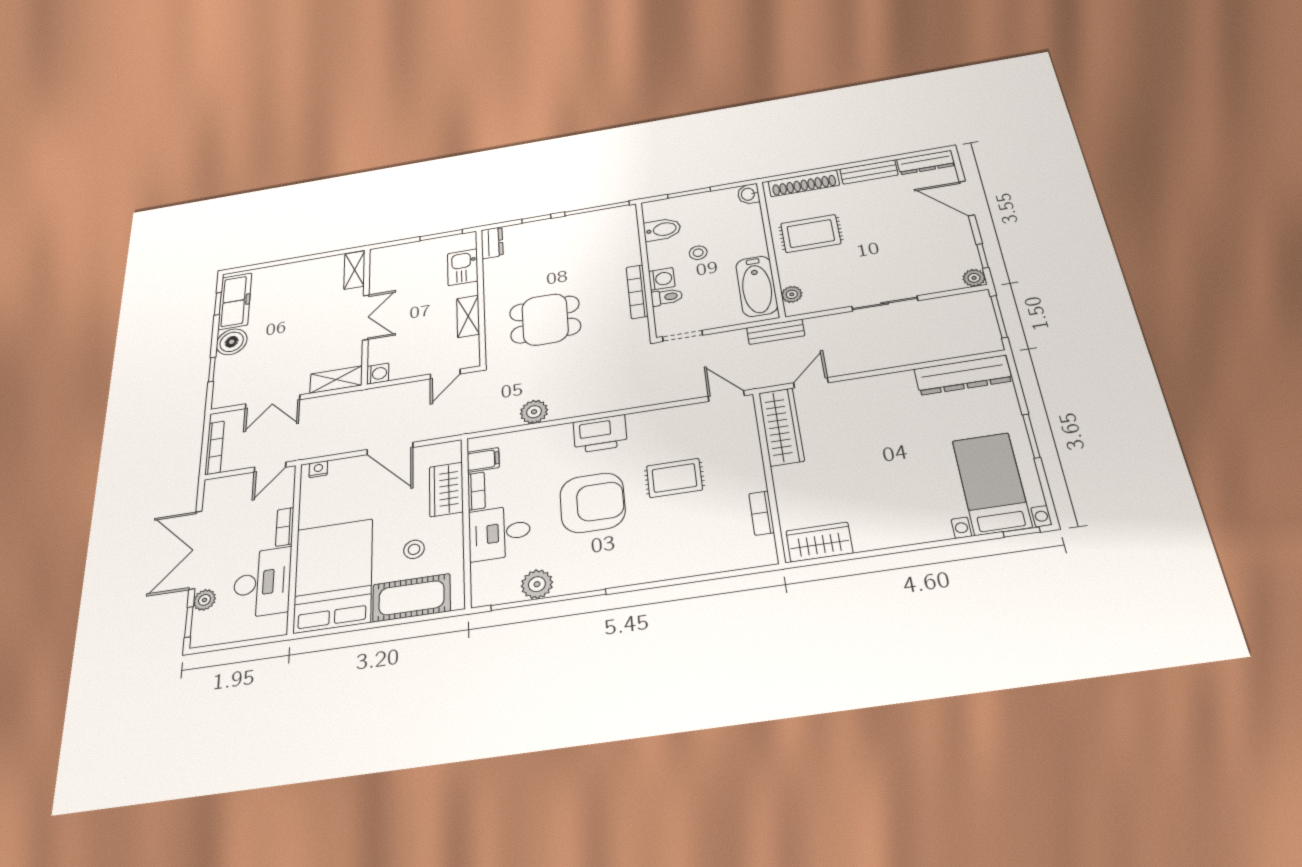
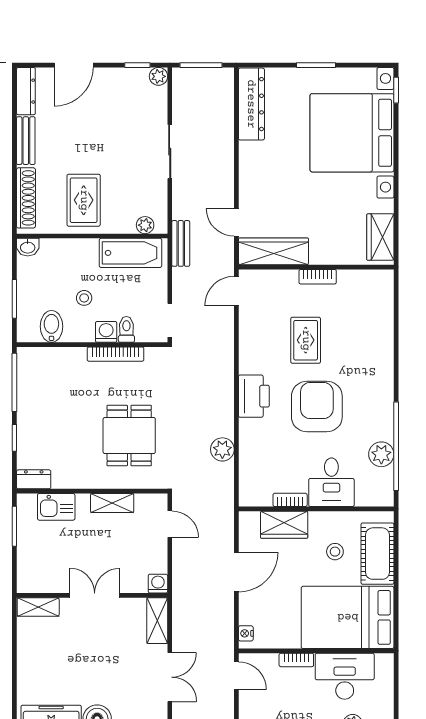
filing cabinet: (483, 460) -> (262, 494), removed
bed with nightstands: (992, 483) -> (352, 133), width x1.85
bookcase: (762, 513) -> (318, 277), moved

